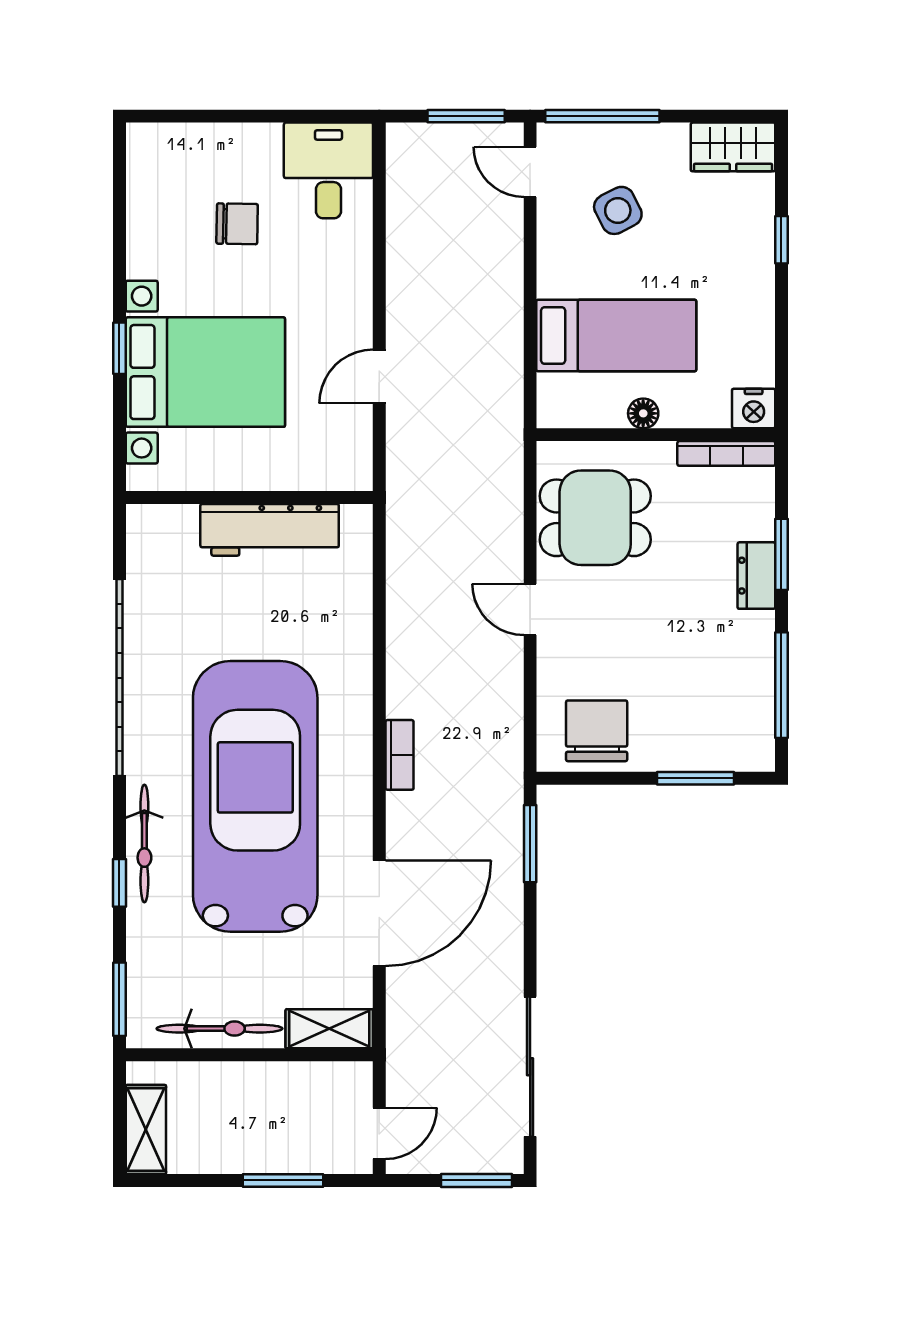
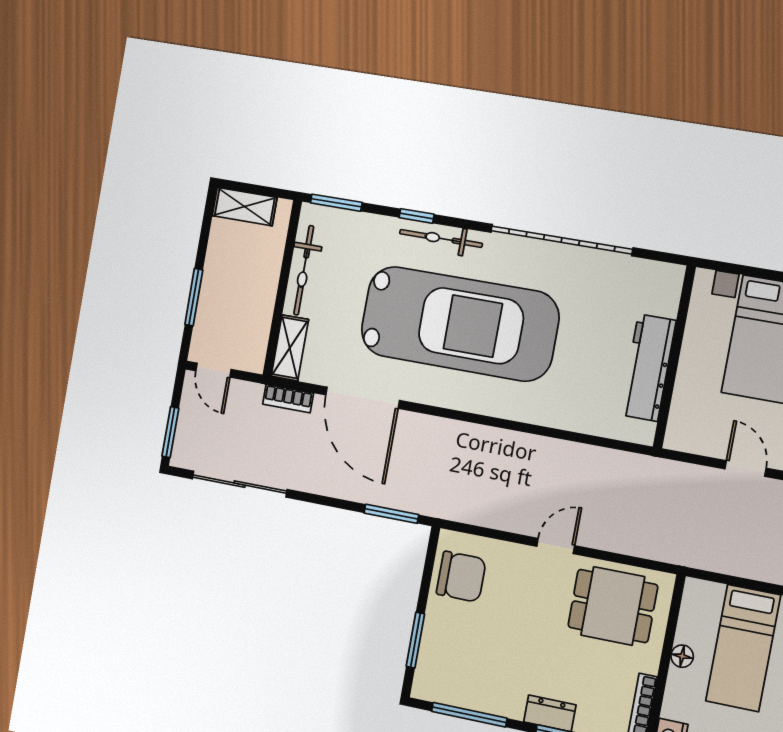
dining table: (595, 518) -> (613, 606), turned 90
bookcase: (400, 755) -> (288, 399), moved

